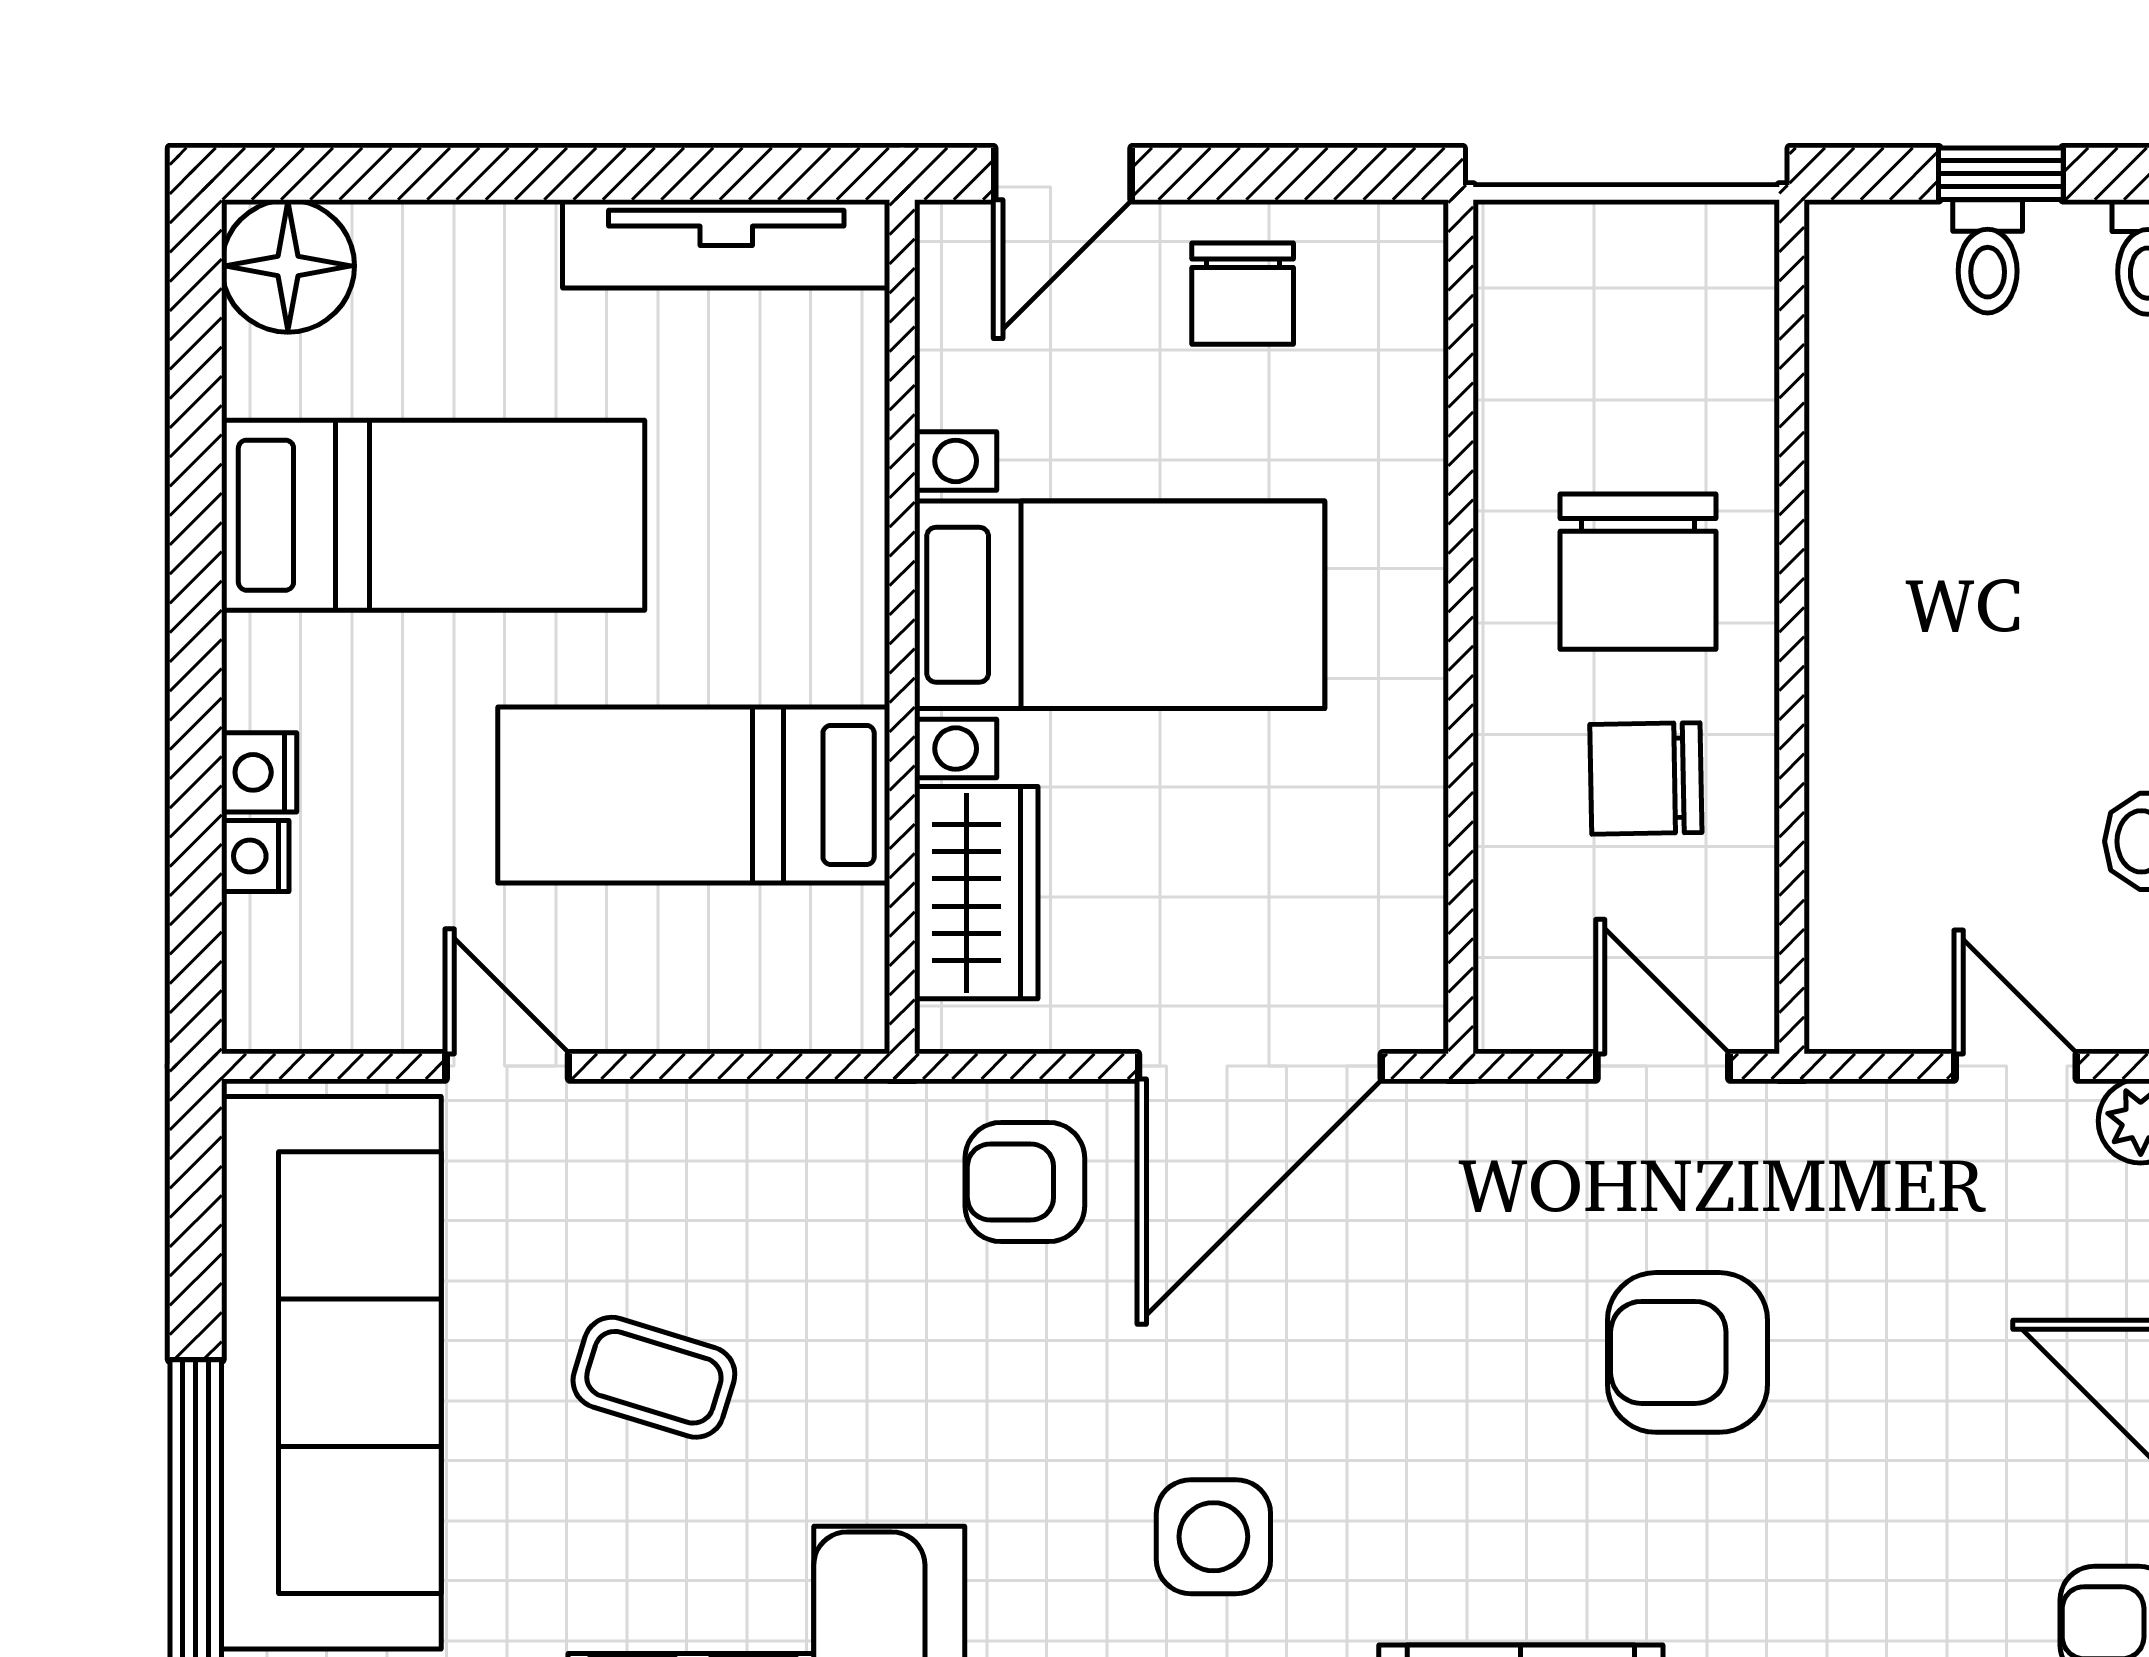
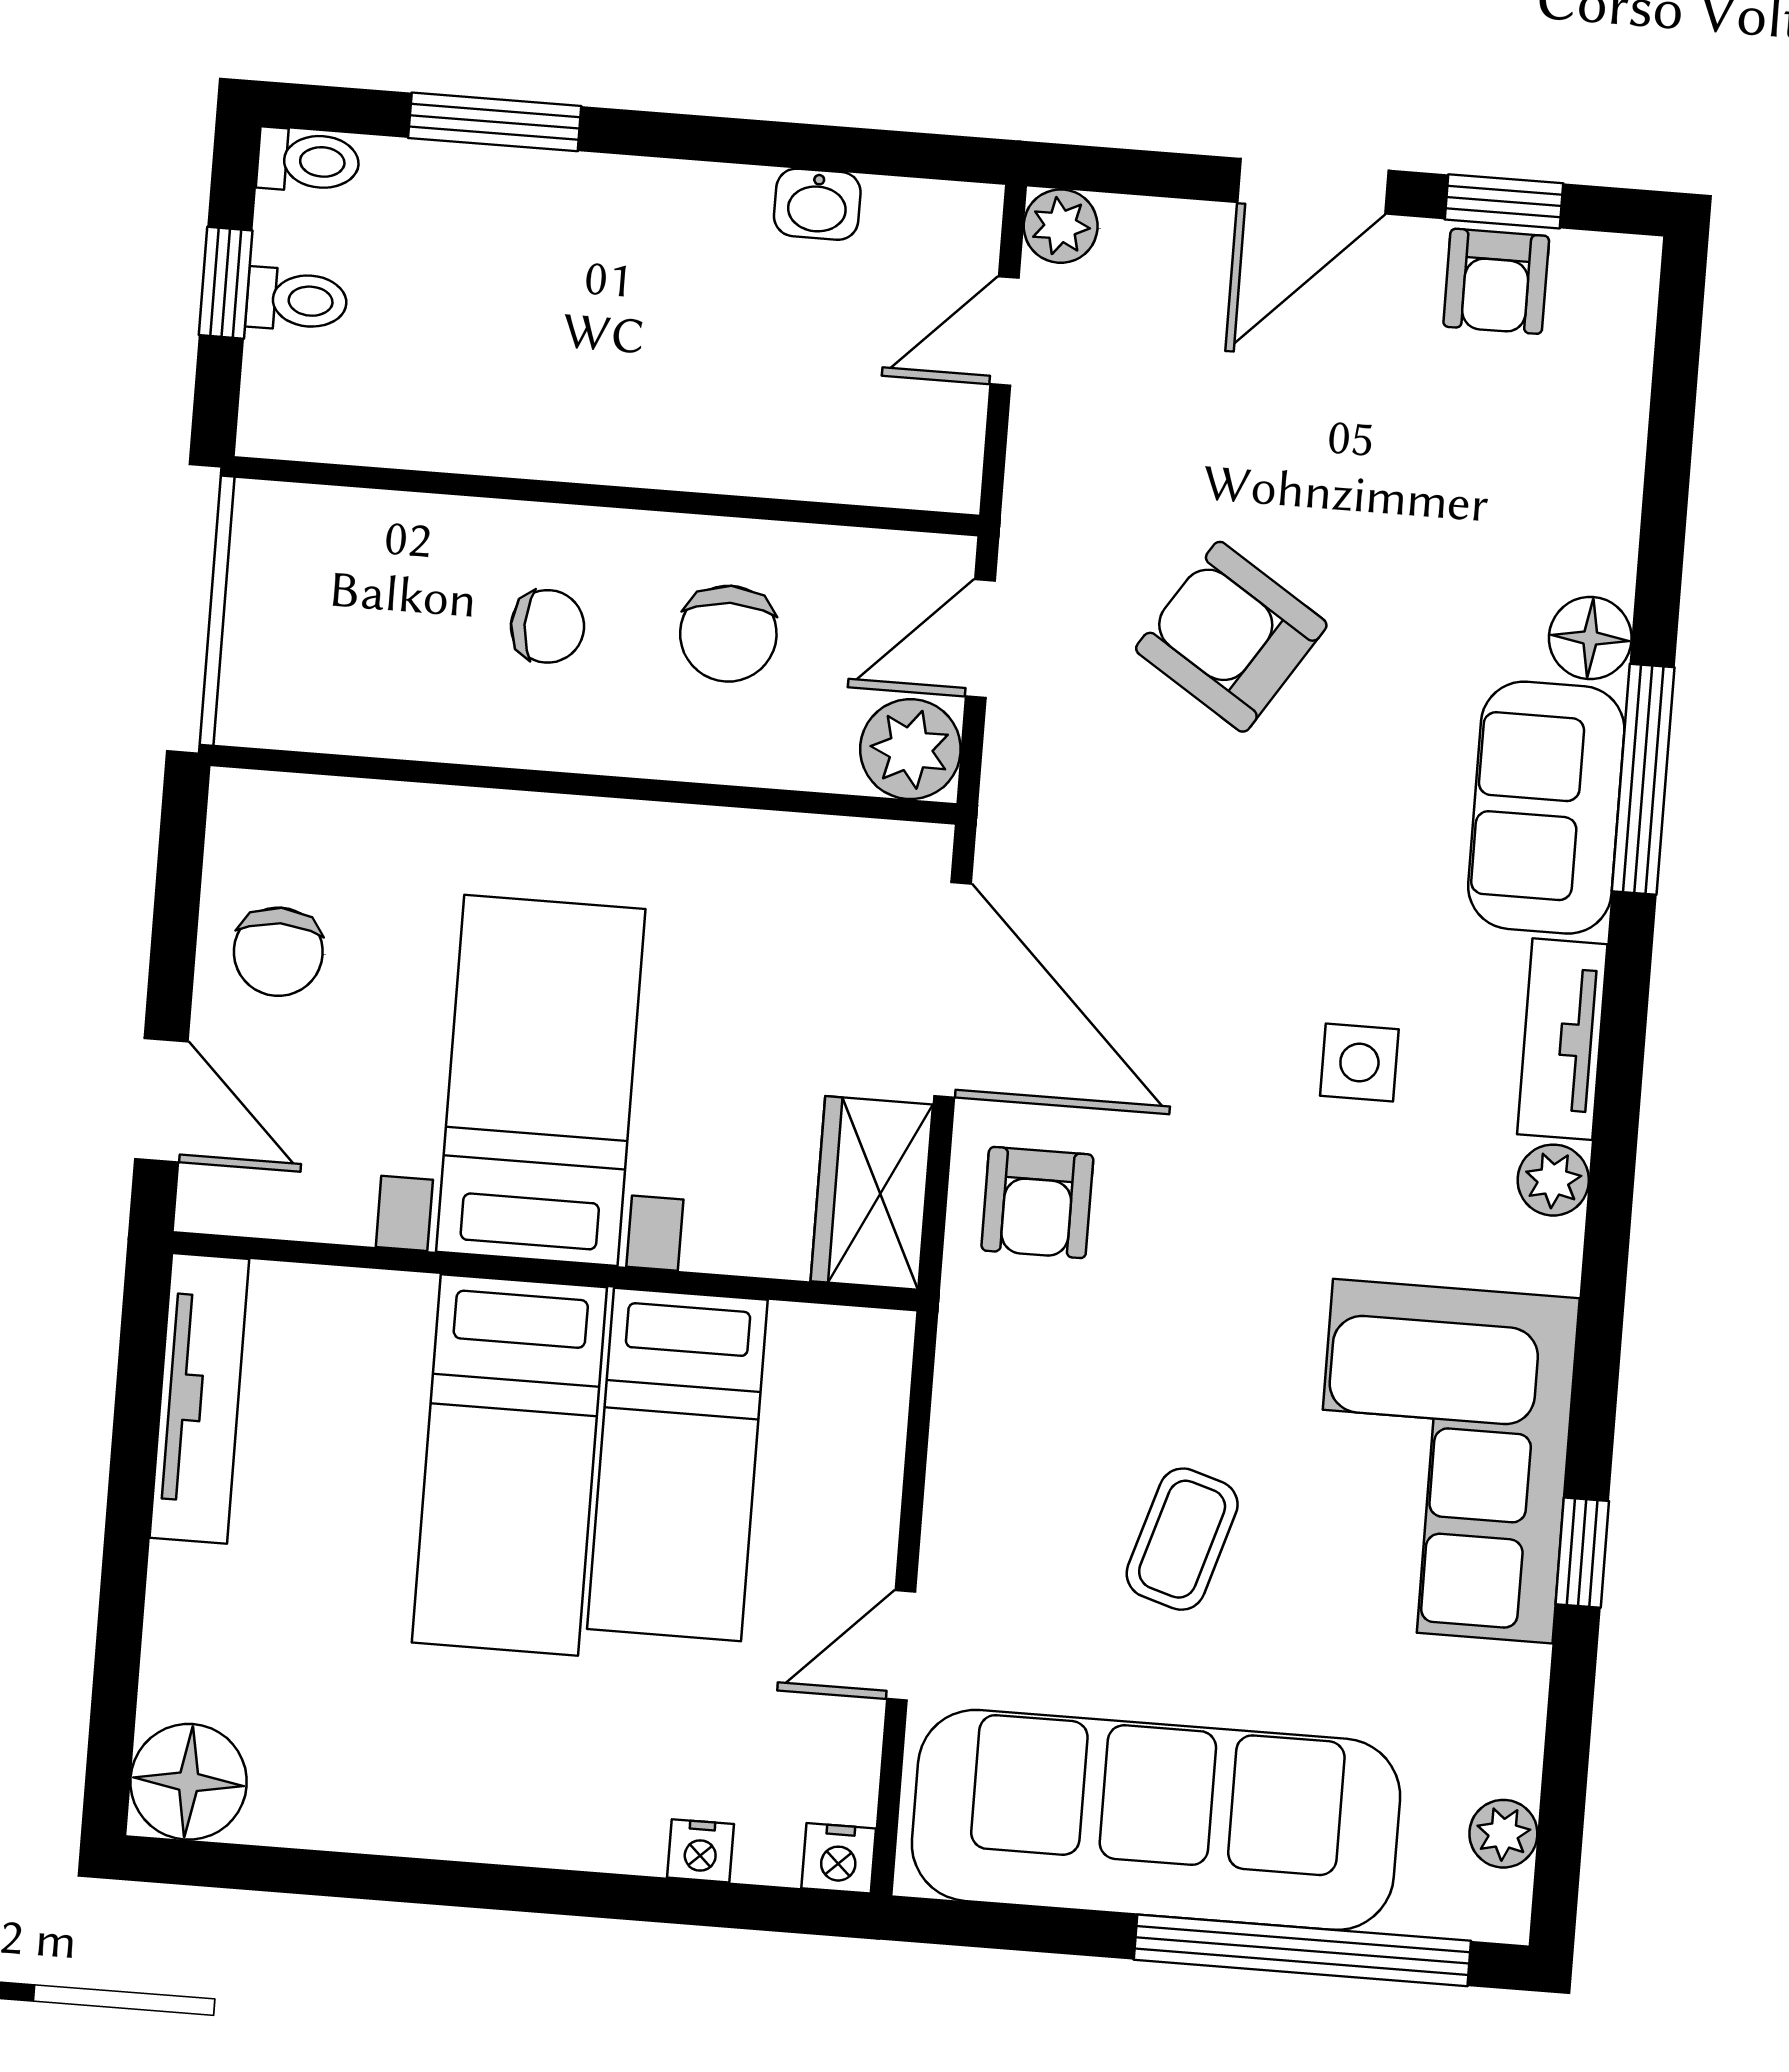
chair: (1243, 294) -> (278, 952), turned 90
bed: (433, 515) -> (509, 1465), moved, turned 180
chair: (1638, 572) -> (548, 626), width x0.54, depth x0.54
nightstand: (259, 772) -> (839, 1858), moved
wardrobe: (976, 893) -> (872, 1193), moved, turned -90
plant: (1531, 997) -> (910, 749), added
armchair: (1687, 1352) -> (1231, 637), turned 123
side table: (1213, 1537) -> (1359, 1063), width x0.73, depth x0.73

